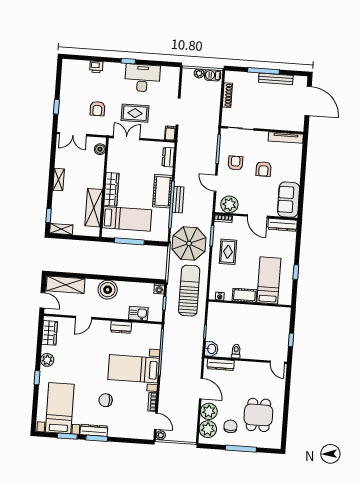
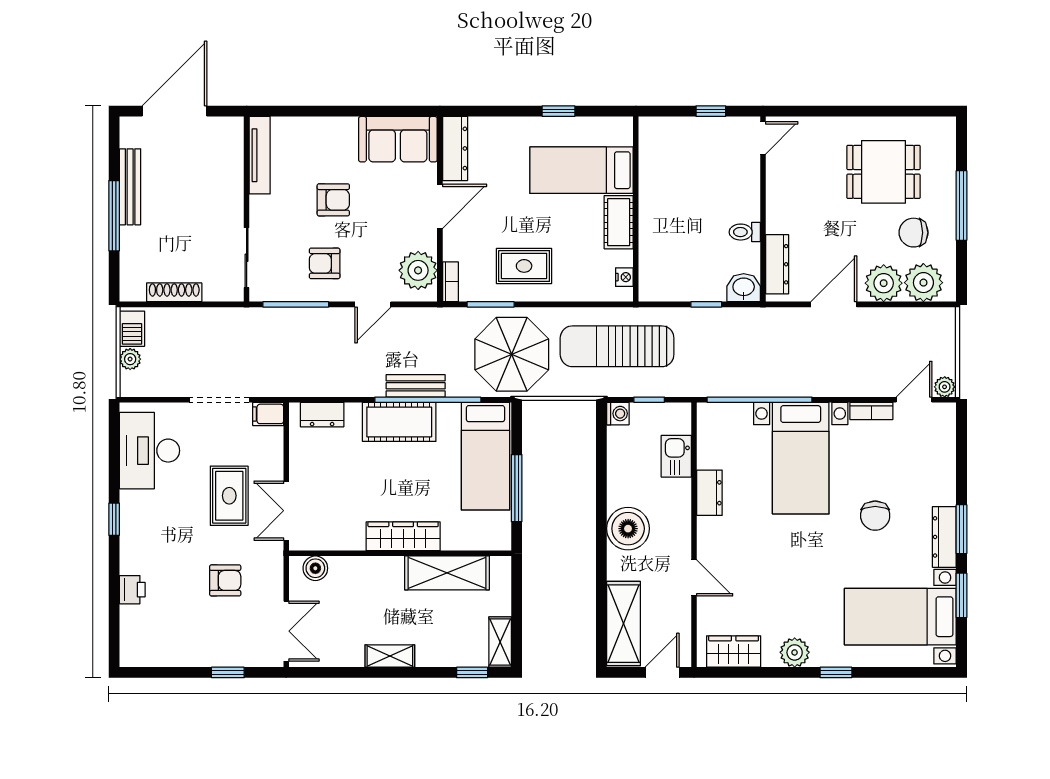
desk: (142, 78) -> (150, 451), moved
bed: (127, 219) -> (486, 456), moved, turned 180

